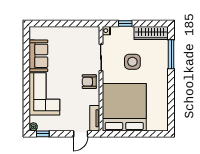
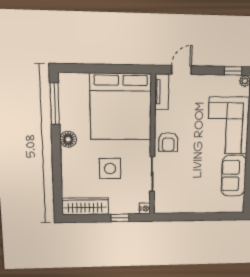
window: (171, 54) -> (55, 104), moved
armchair: (89, 82) -> (168, 142), turned 90
floor lamp: (162, 84) -> (68, 139), added

